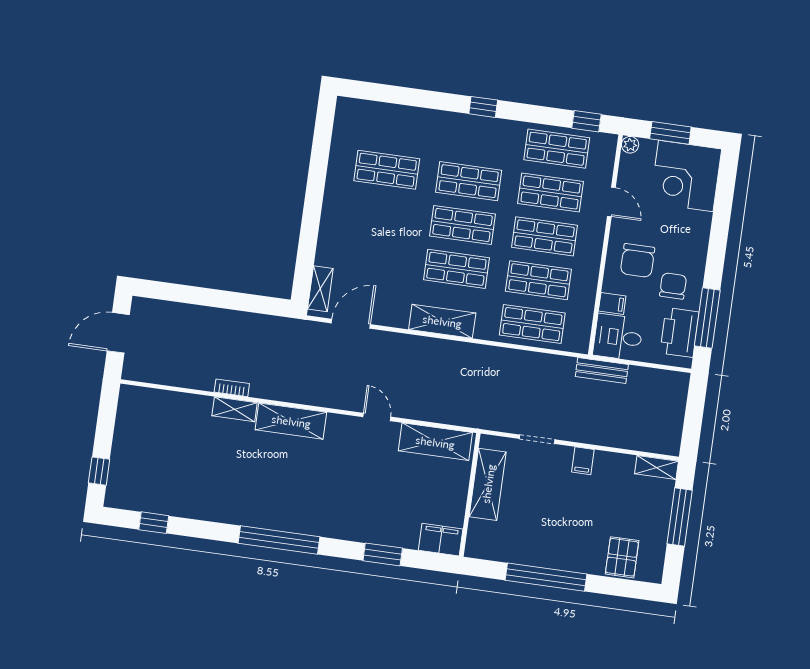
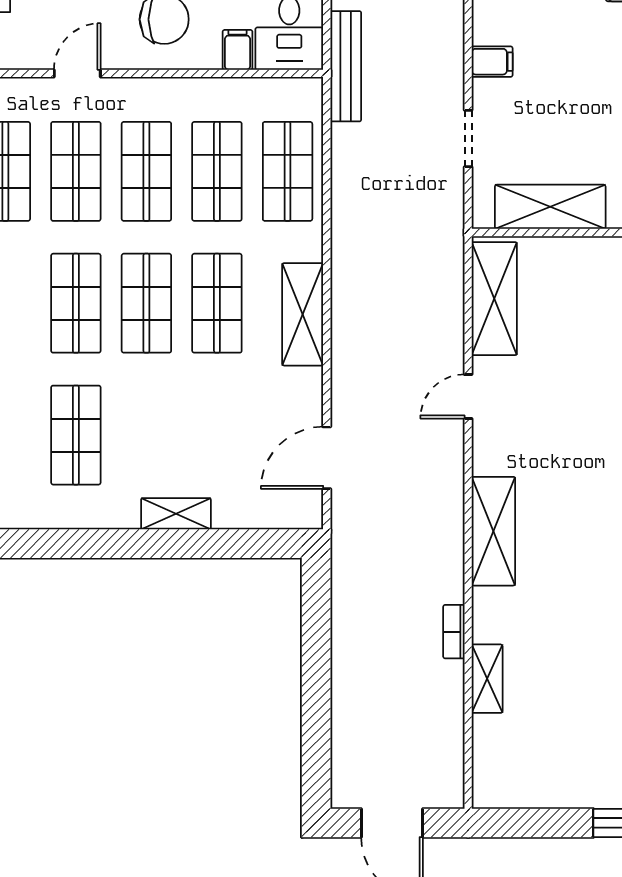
shelving: (320, 289) -> (176, 514), moved
door: (351, 324) -> (327, 458), hinge flipped
bench: (602, 371) -> (346, 66), width x1.36
shelving: (235, 409) -> (487, 679), moved

